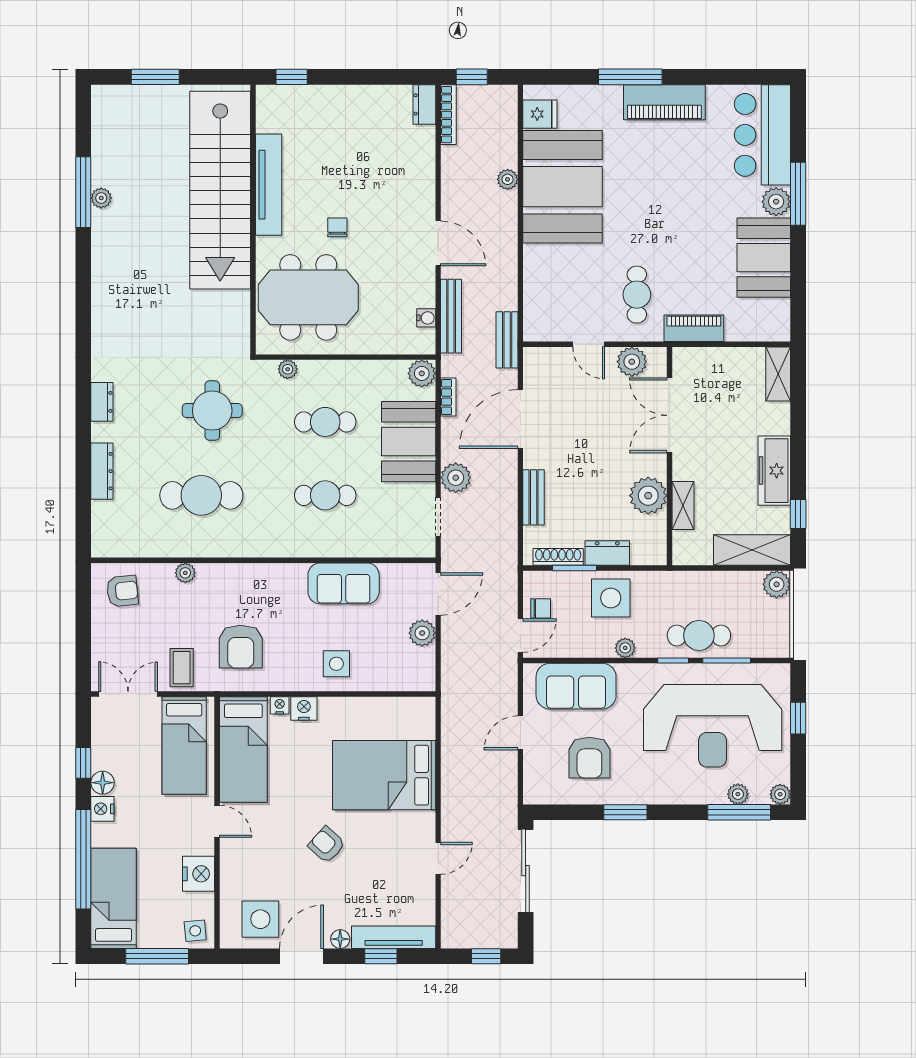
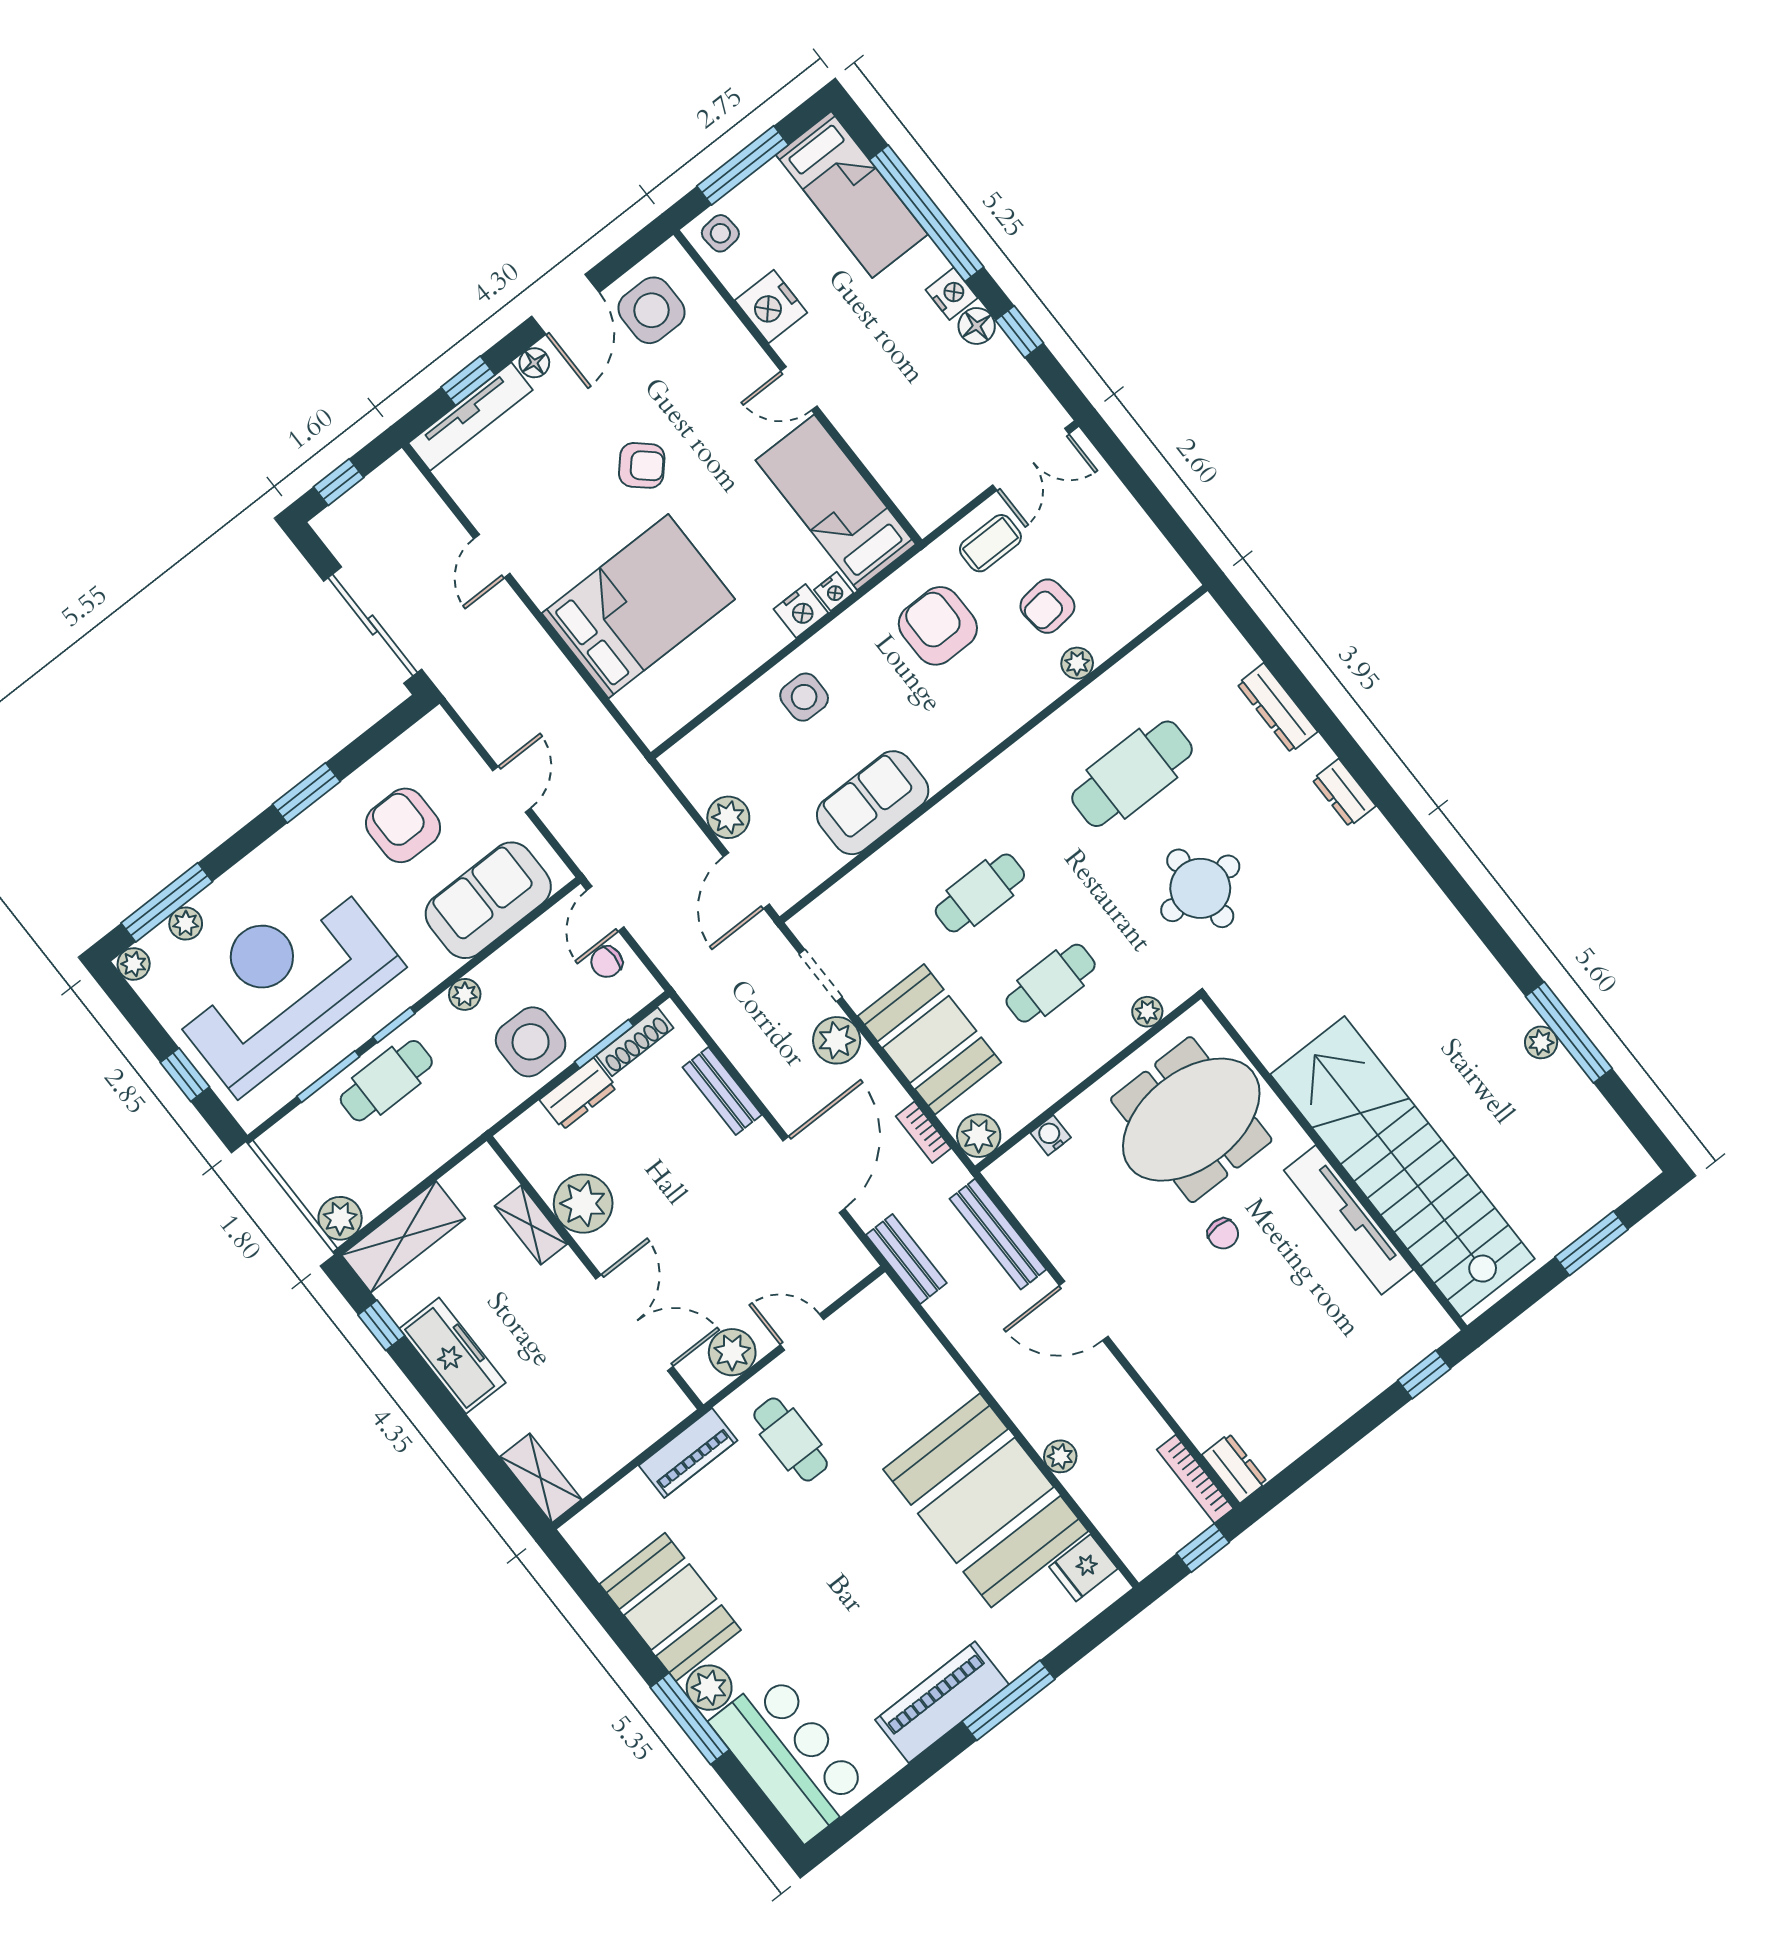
water cooler: (426, 318) -> (1051, 1135), moved, turned 90
armchair: (122, 591) -> (1047, 606), moved
coffee table: (182, 668) -> (990, 543), turned 90
bed: (184, 745) -> (912, 450), removed

